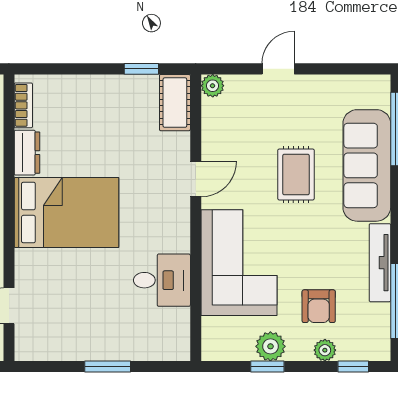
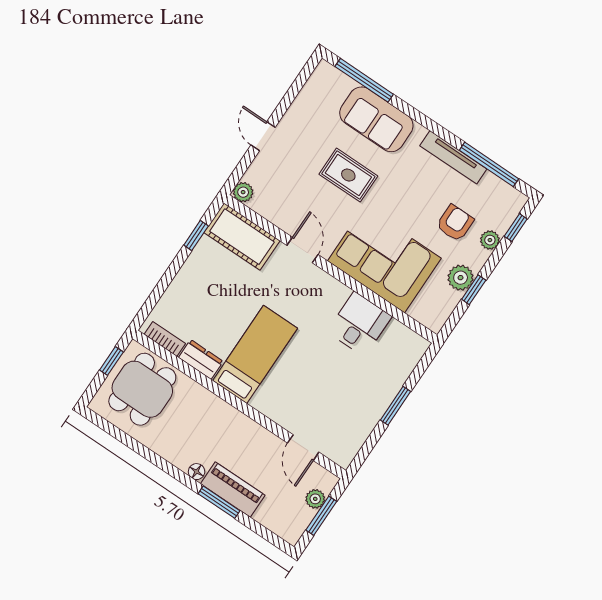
cot: (175, 103) -> (242, 237), width x1.37, depth x1.34
sofa: (367, 165) -> (376, 119), width x0.73
bed: (66, 213) -> (255, 354), width x0.67
armchair: (319, 306) -> (455, 223), turned -90

